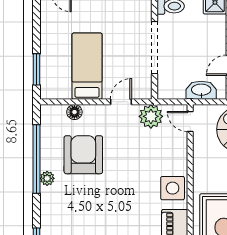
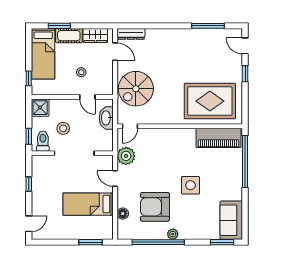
stool: (187, 33) -> (63, 128), added
side table: (173, 188) -> (190, 185), moved

